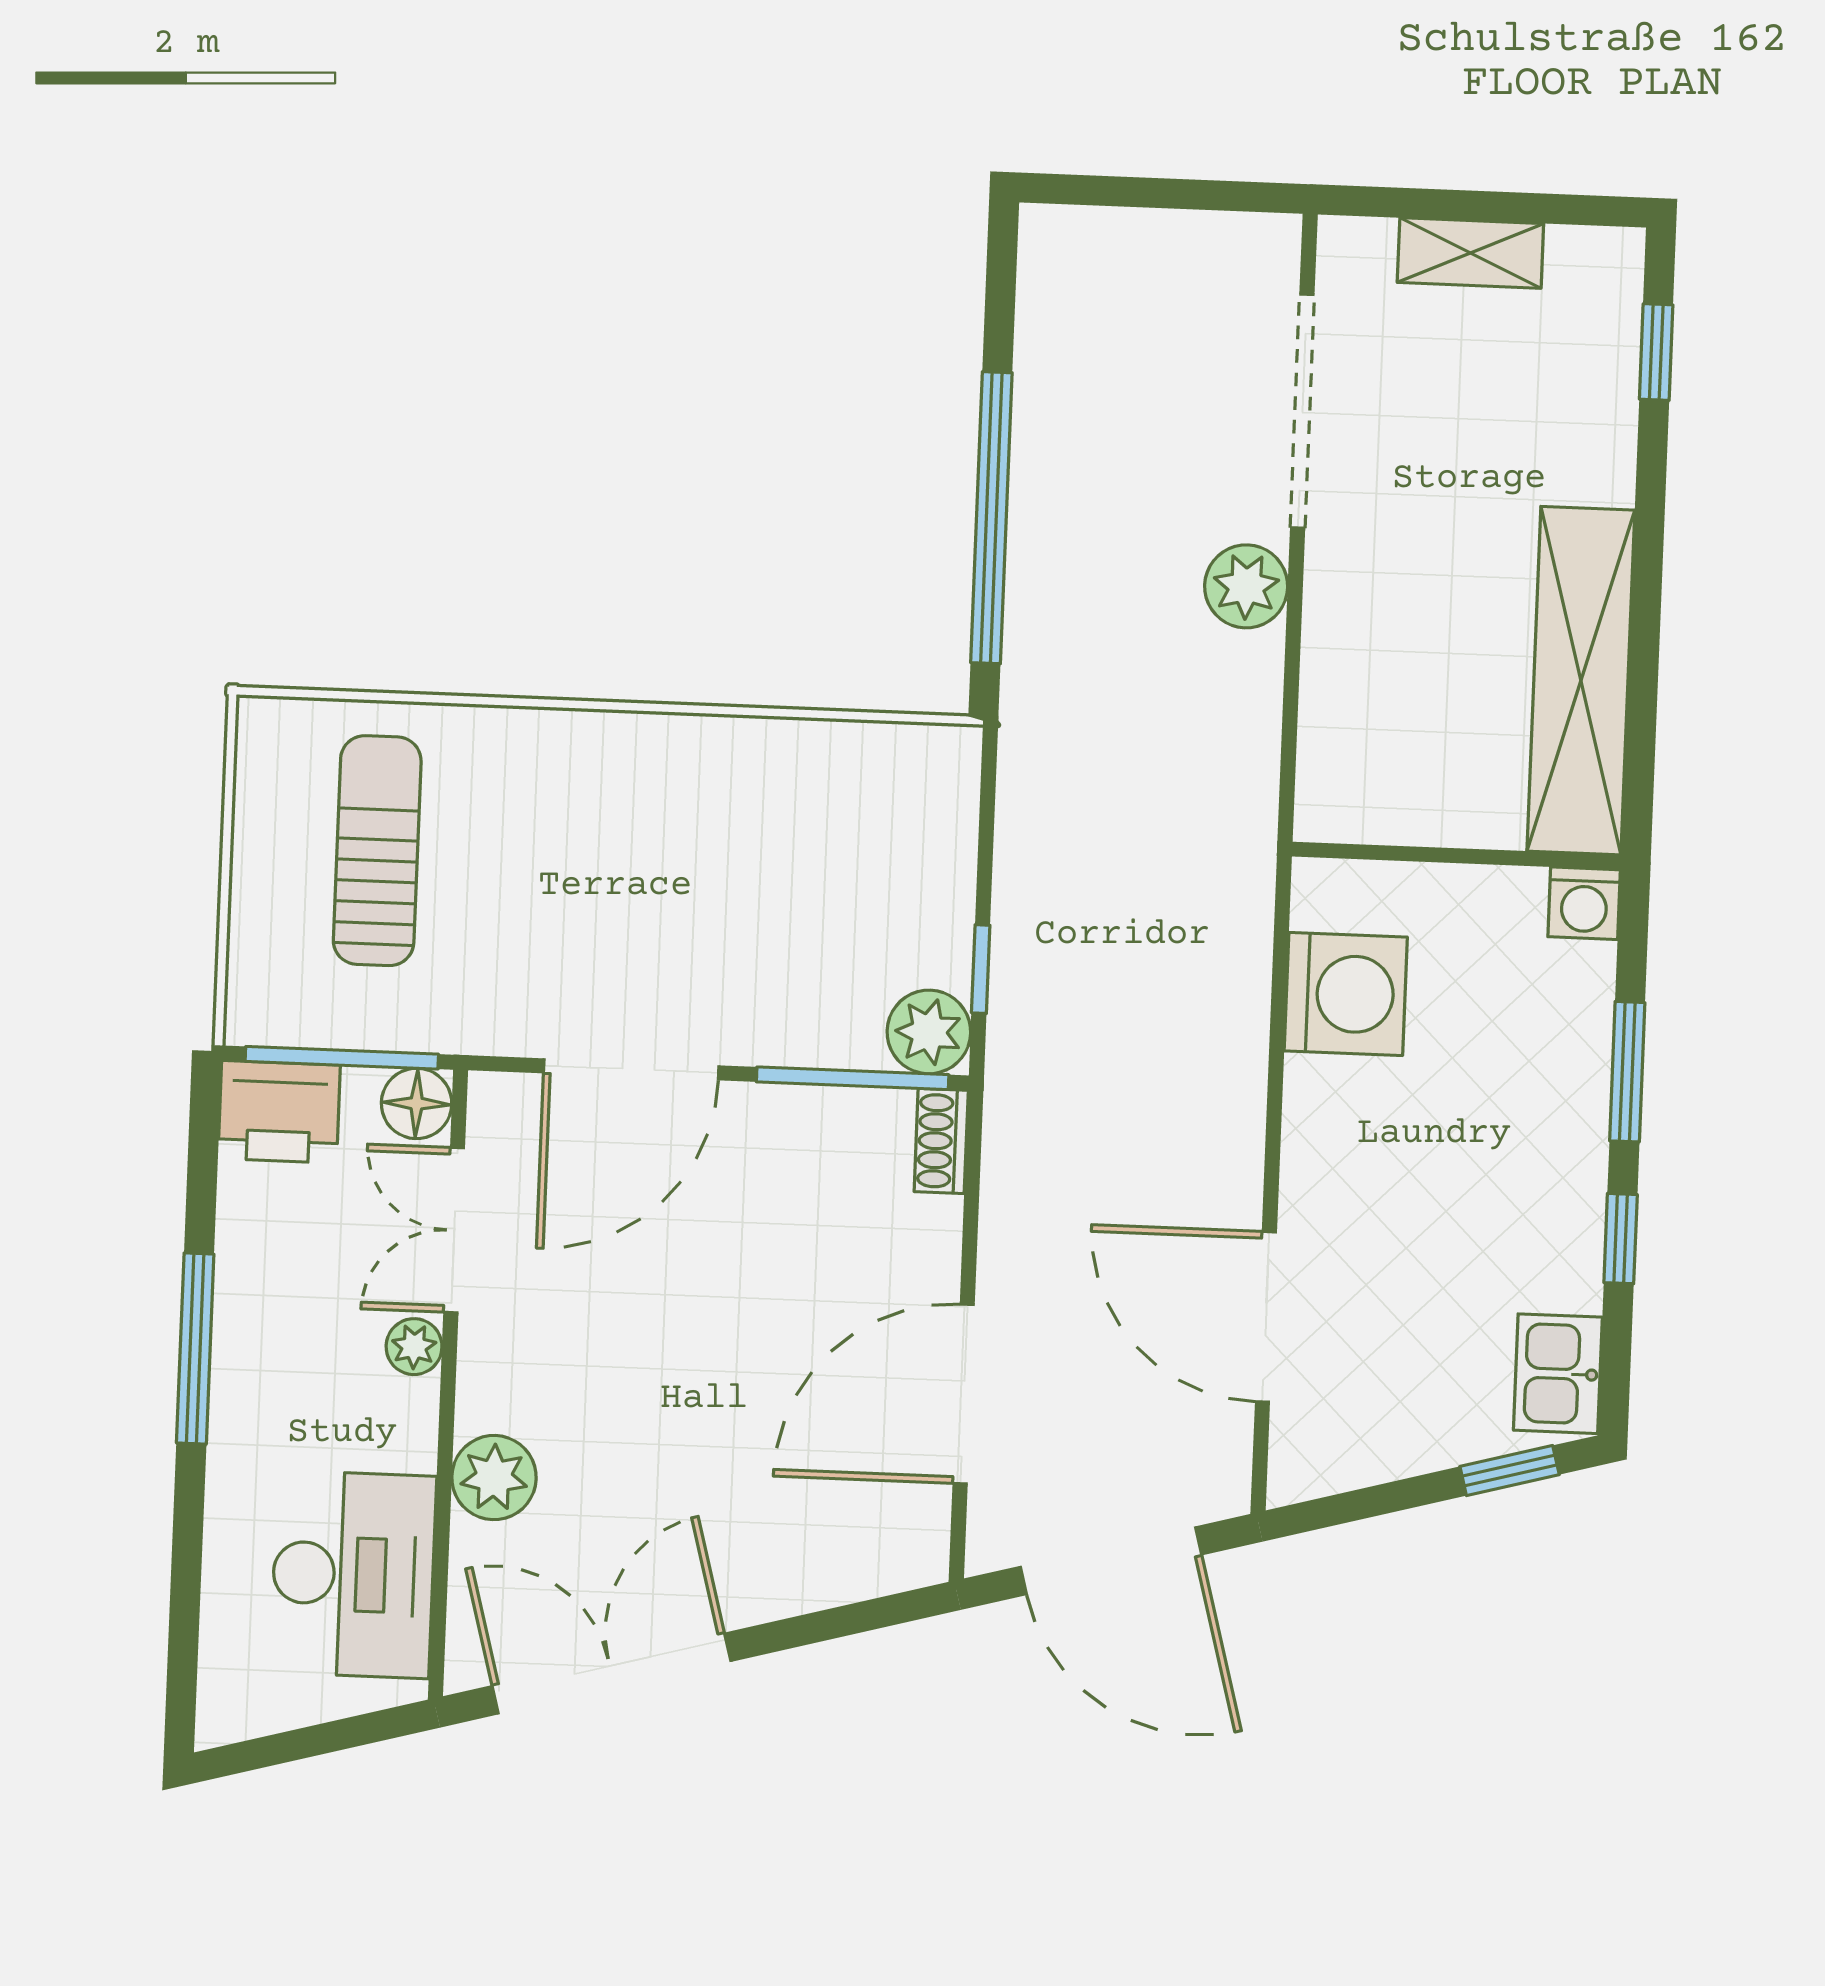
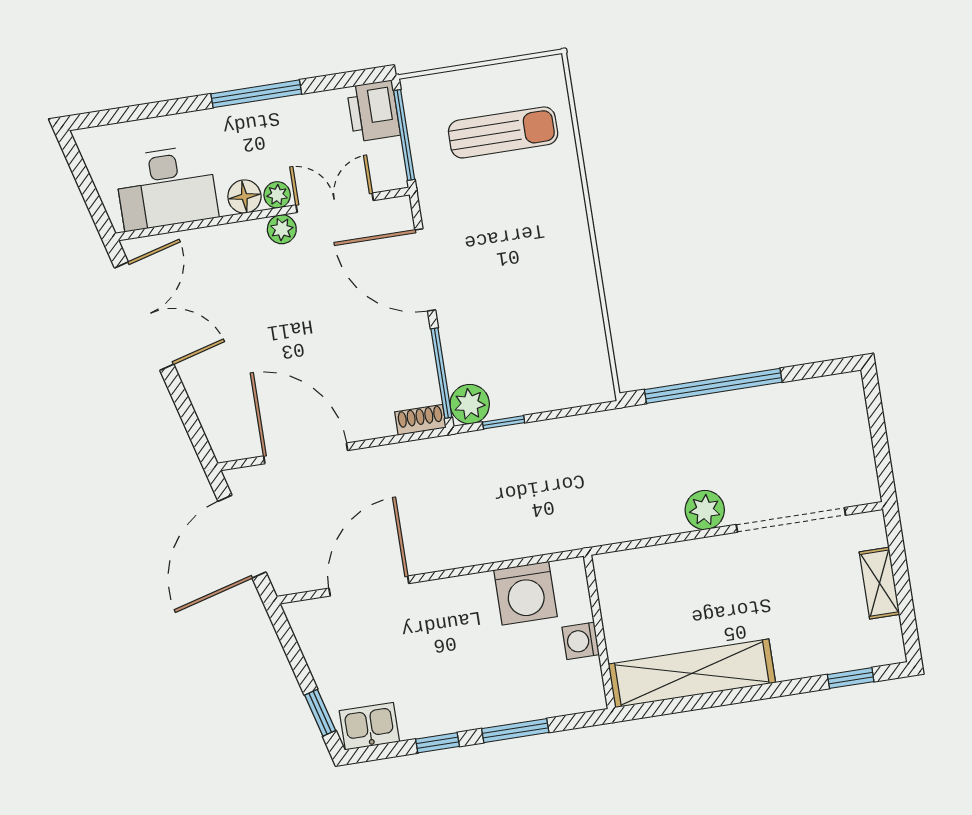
washing machine: (1584, 903) -> (581, 641), moved
floor lamp: (417, 1103) -> (244, 197), moved
plant: (494, 1478) -> (282, 229), moved, width x0.73, depth x0.73

